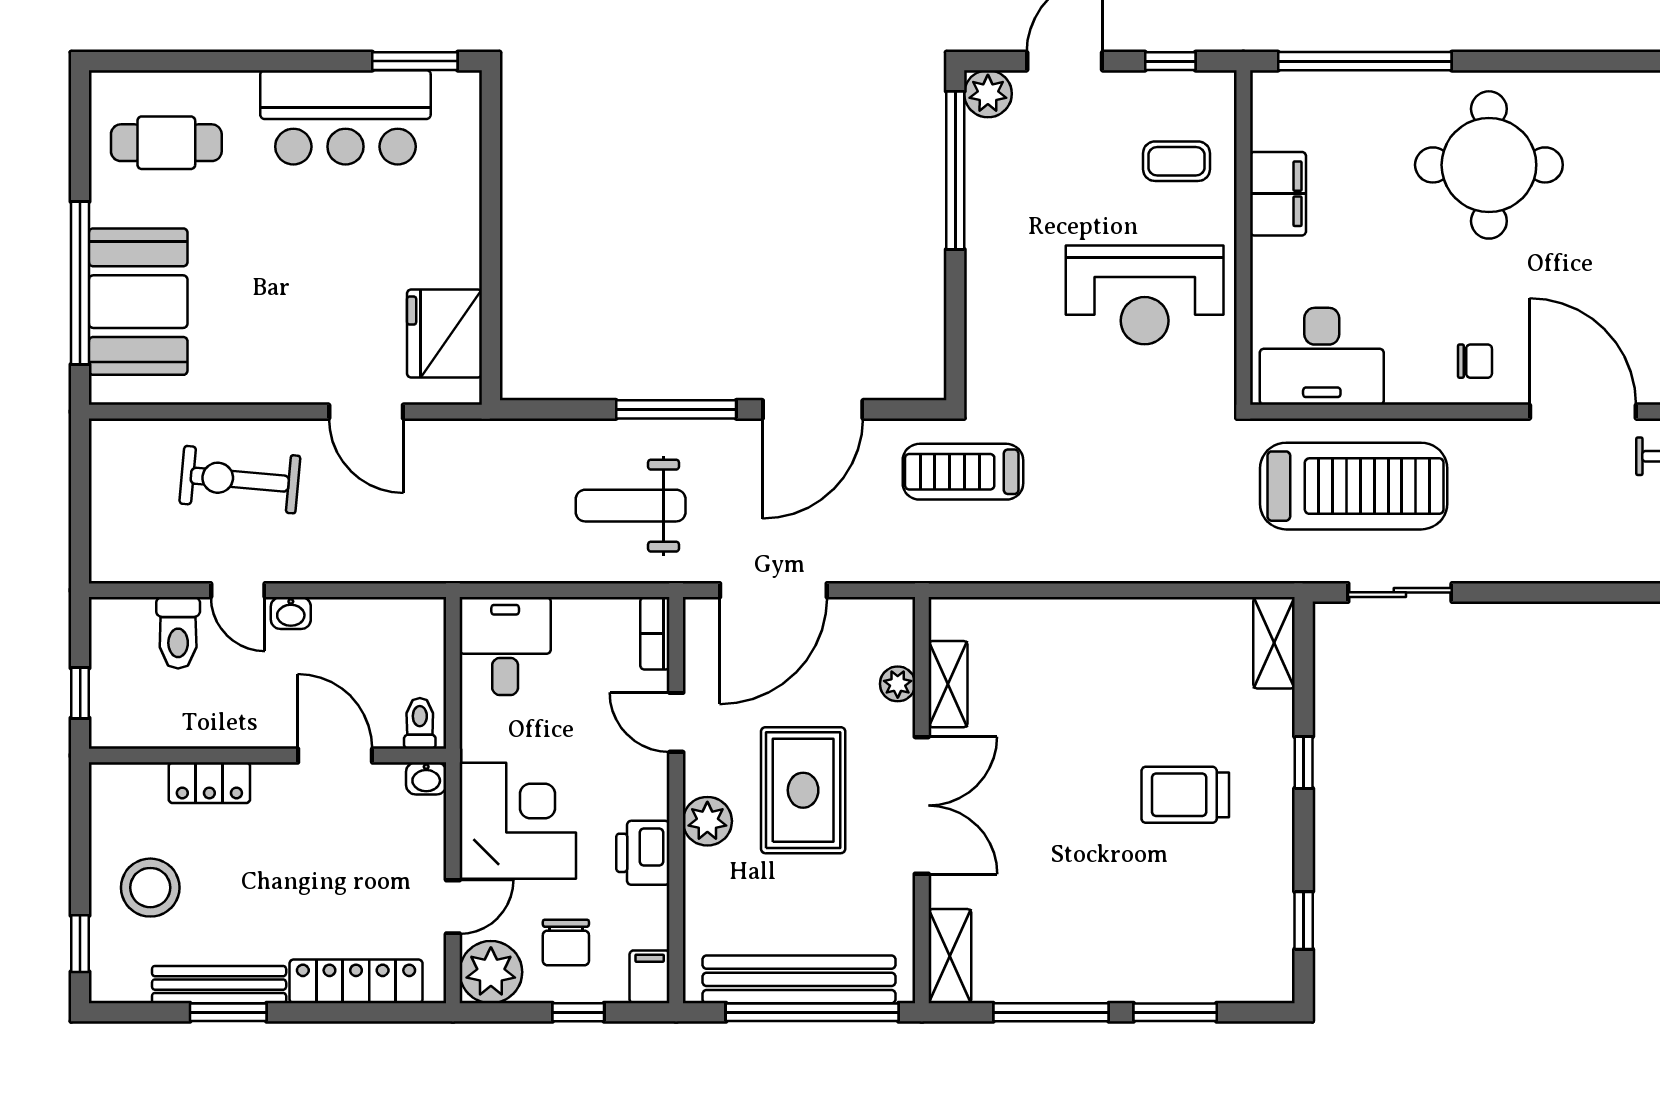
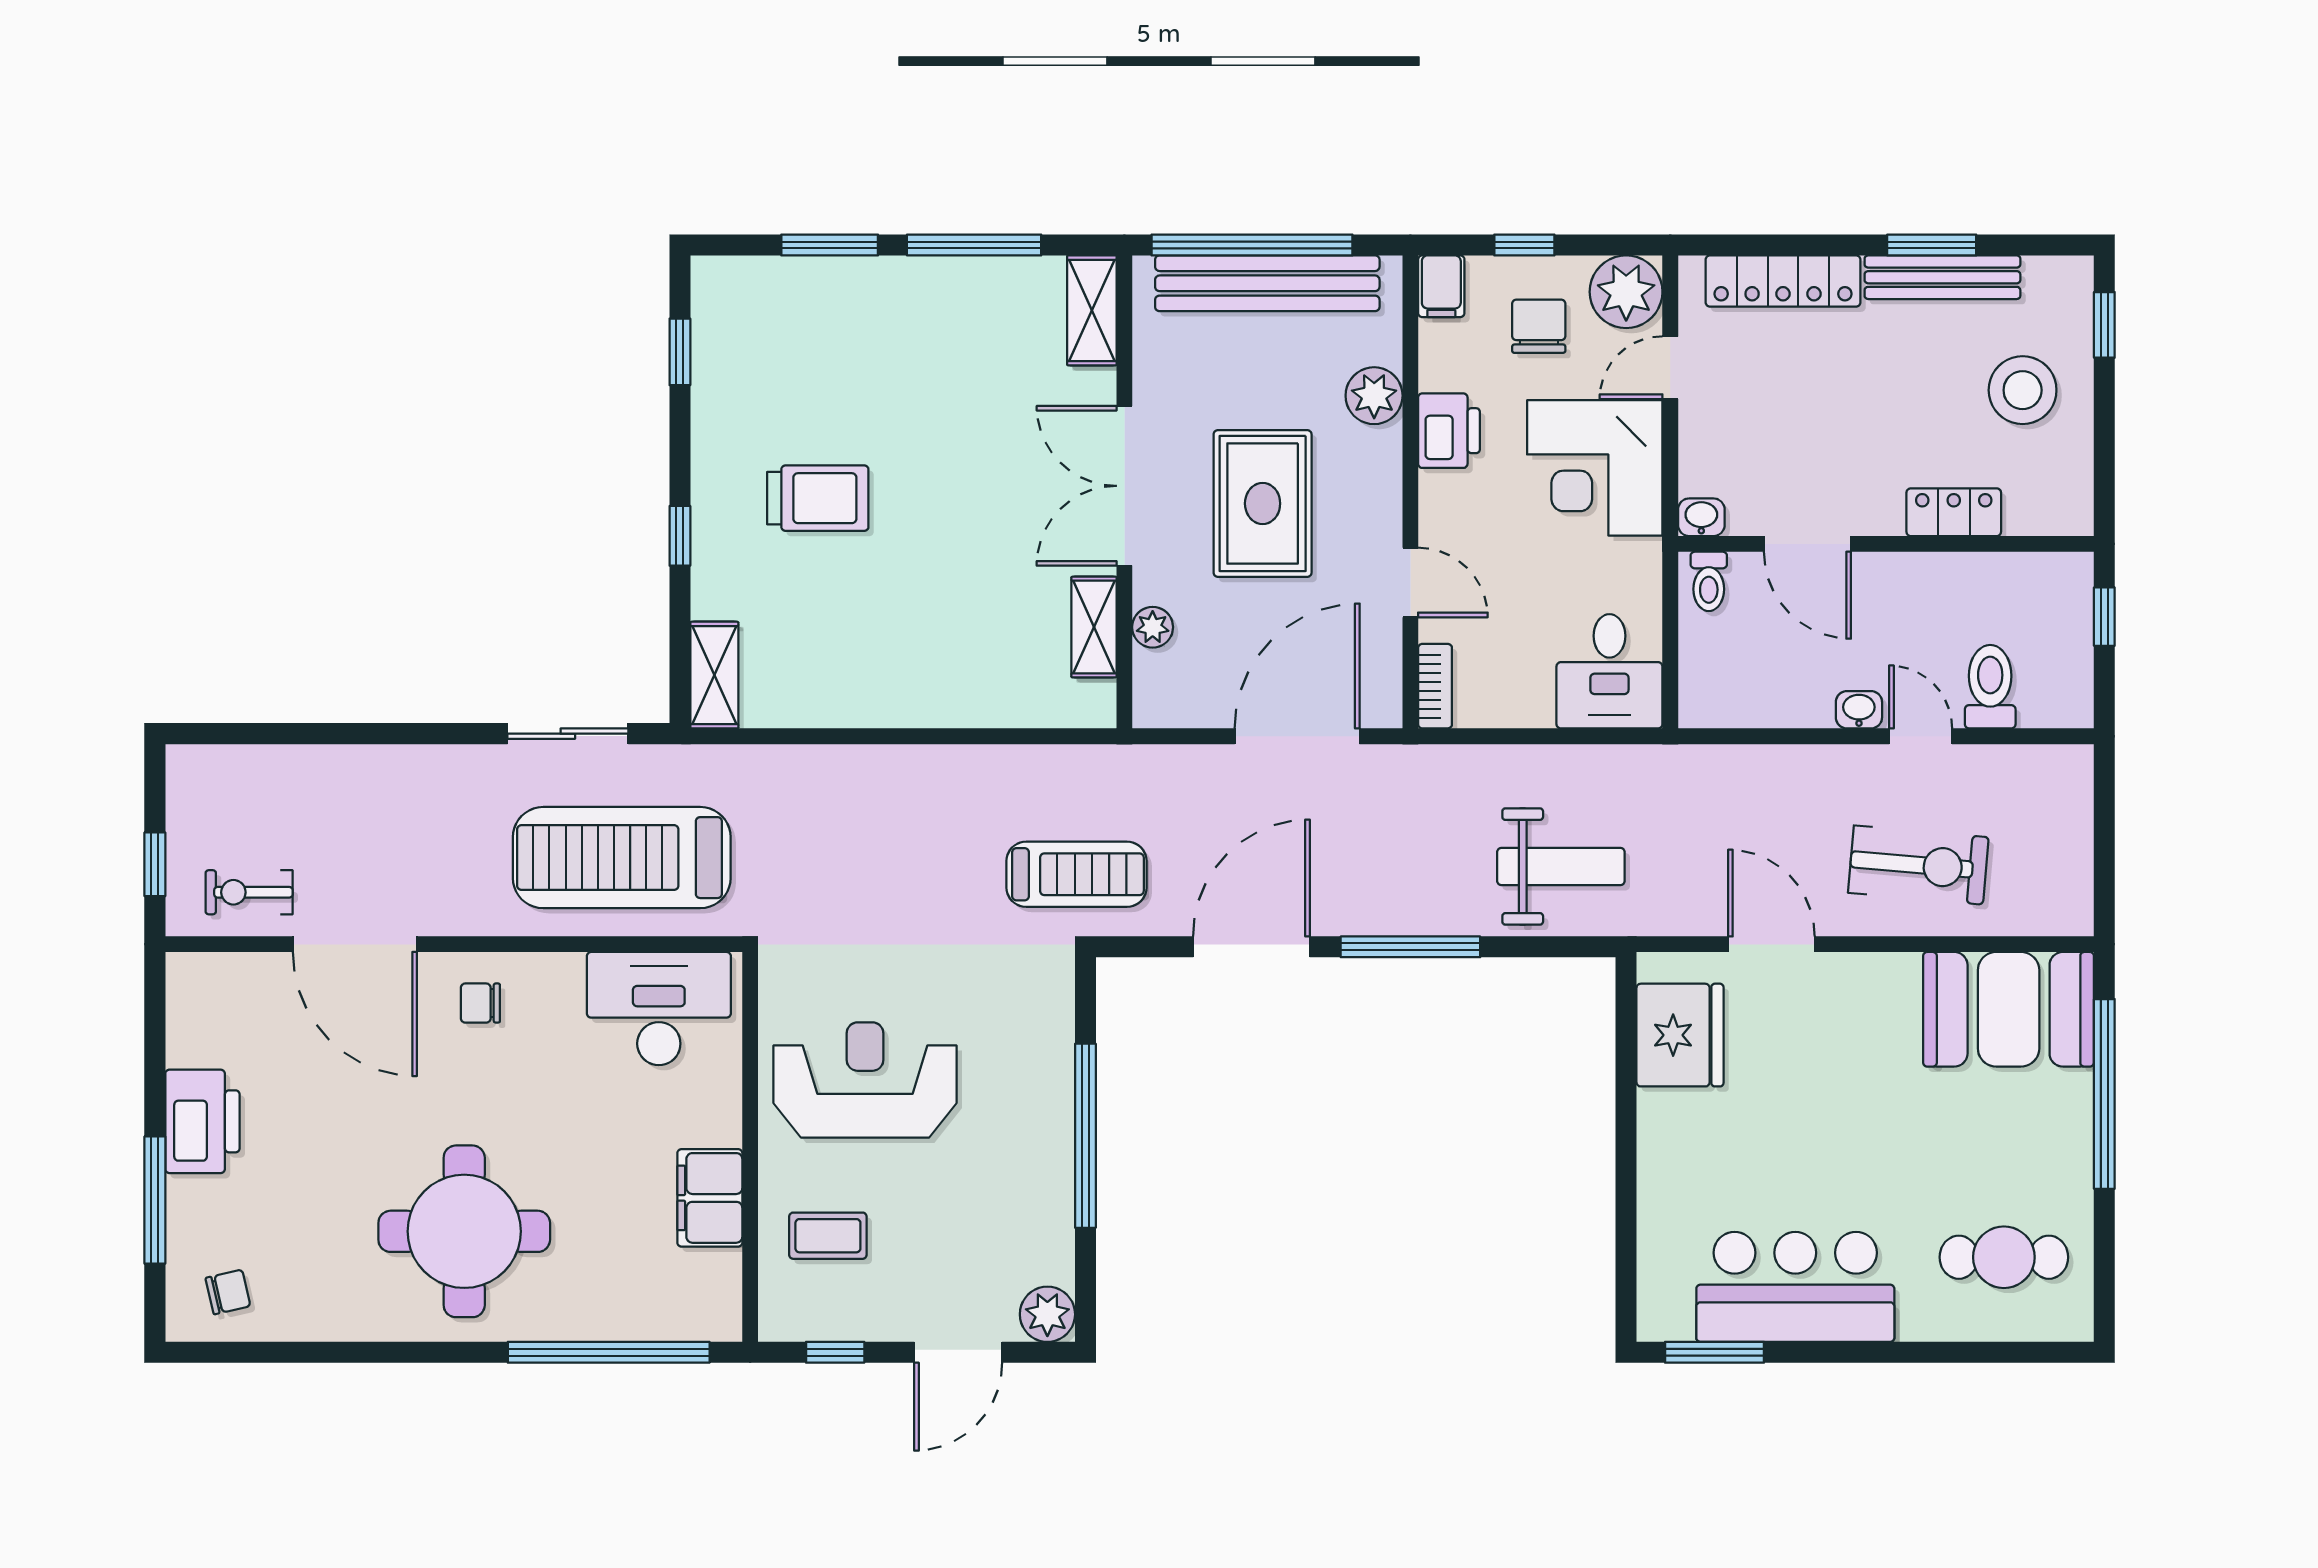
window: (955, 170) -> (1085, 1136), moved
booth: (138, 302) -> (2009, 1009), moved, turned 90
weight bench: (631, 506) -> (1561, 867), moved
plant: (707, 821) -> (1374, 396), moved

